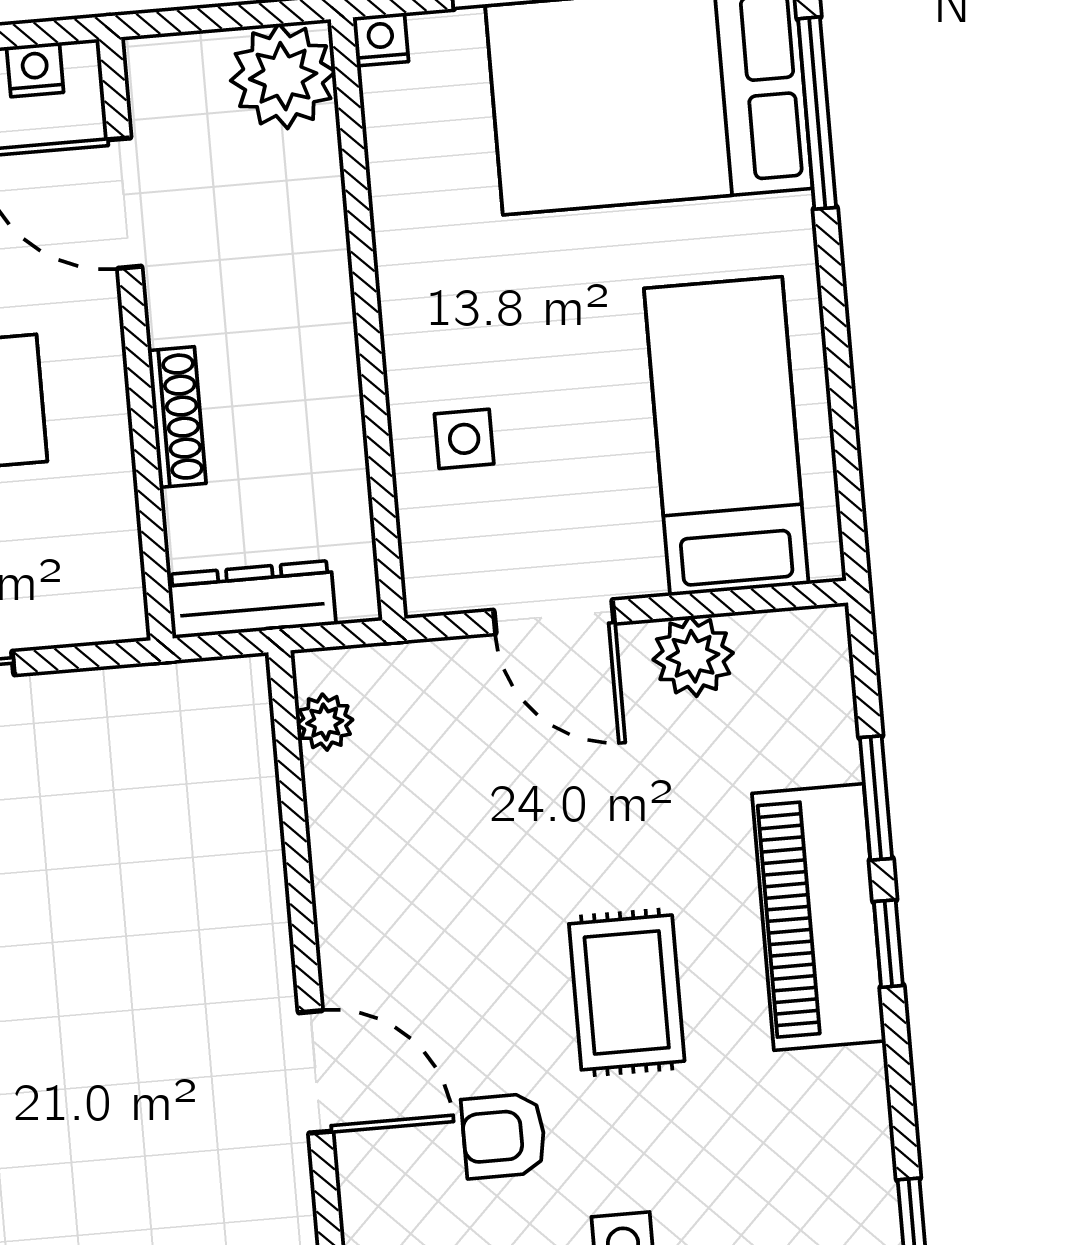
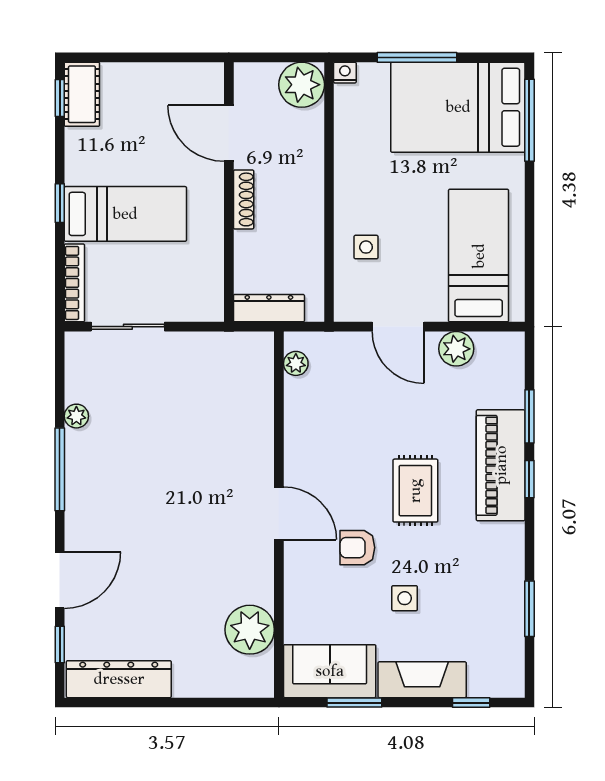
nightstand: (35, 70) -> (195, 73), removed
shoe rack: (177, 417) -> (244, 199), moved

